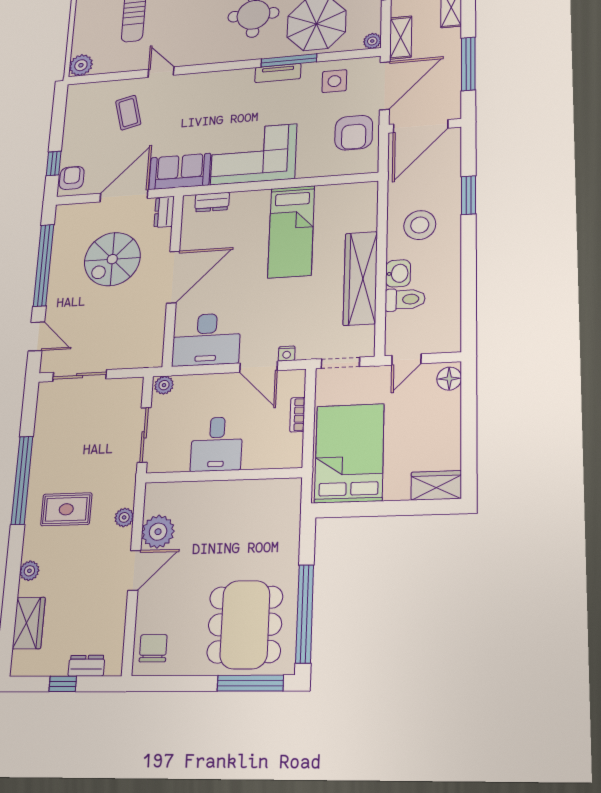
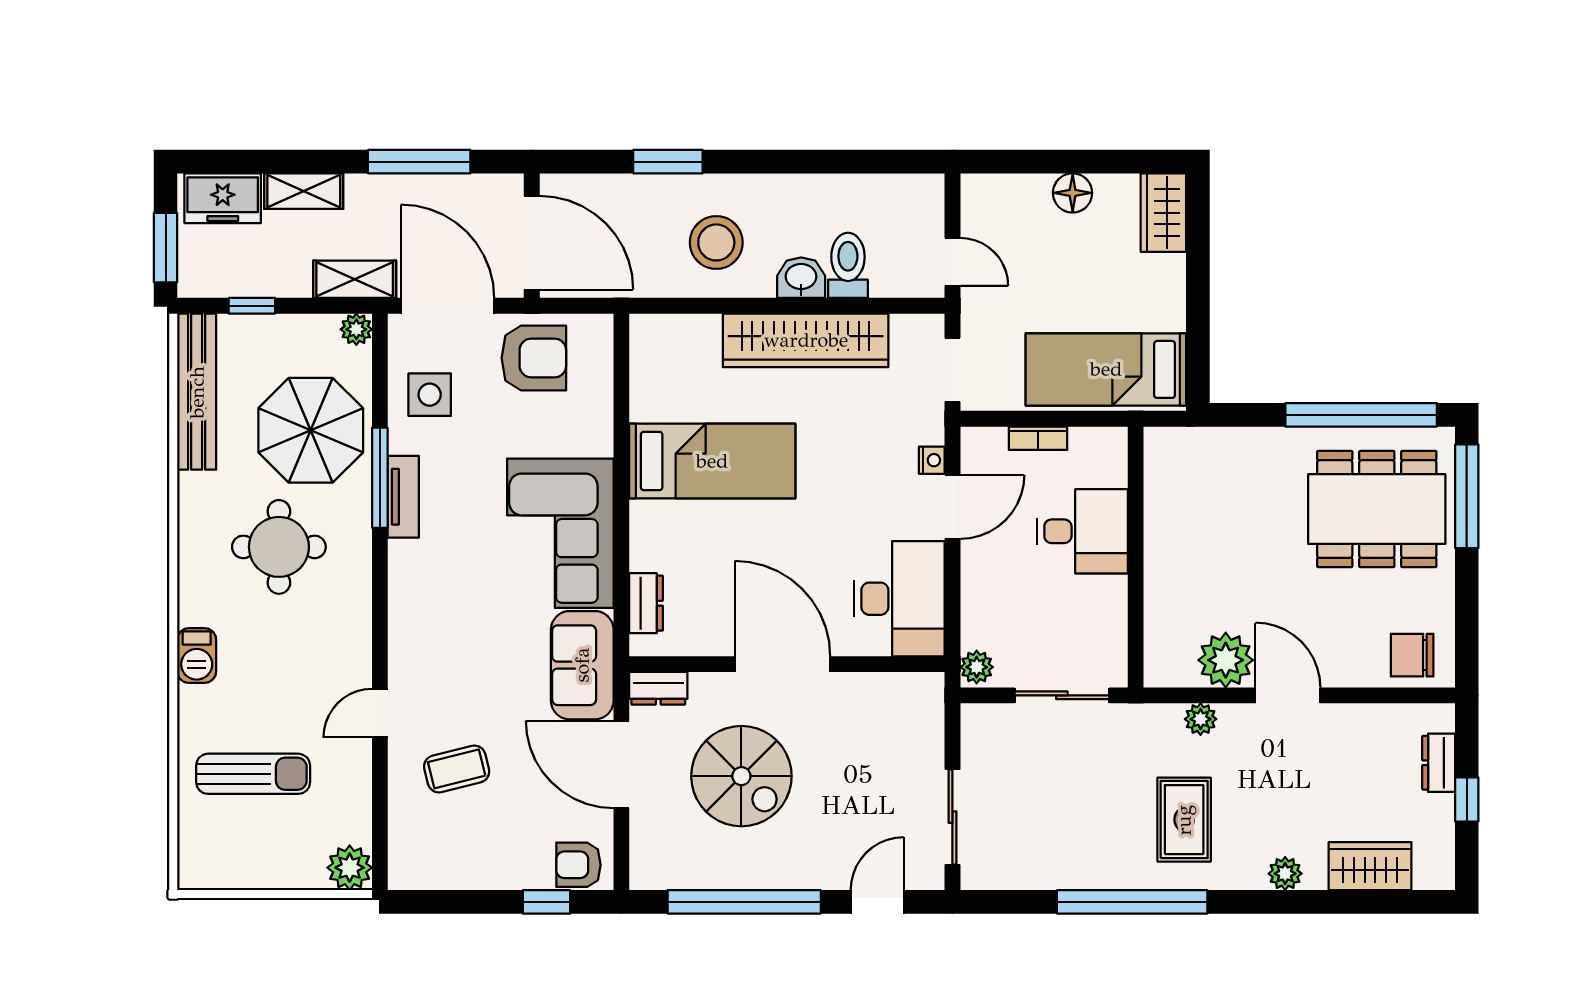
floor lamp: (449, 379) -> (1073, 193), moved
desk: (217, 444) -> (1082, 531), moved
bed: (349, 453) -> (1106, 369), width x0.67

